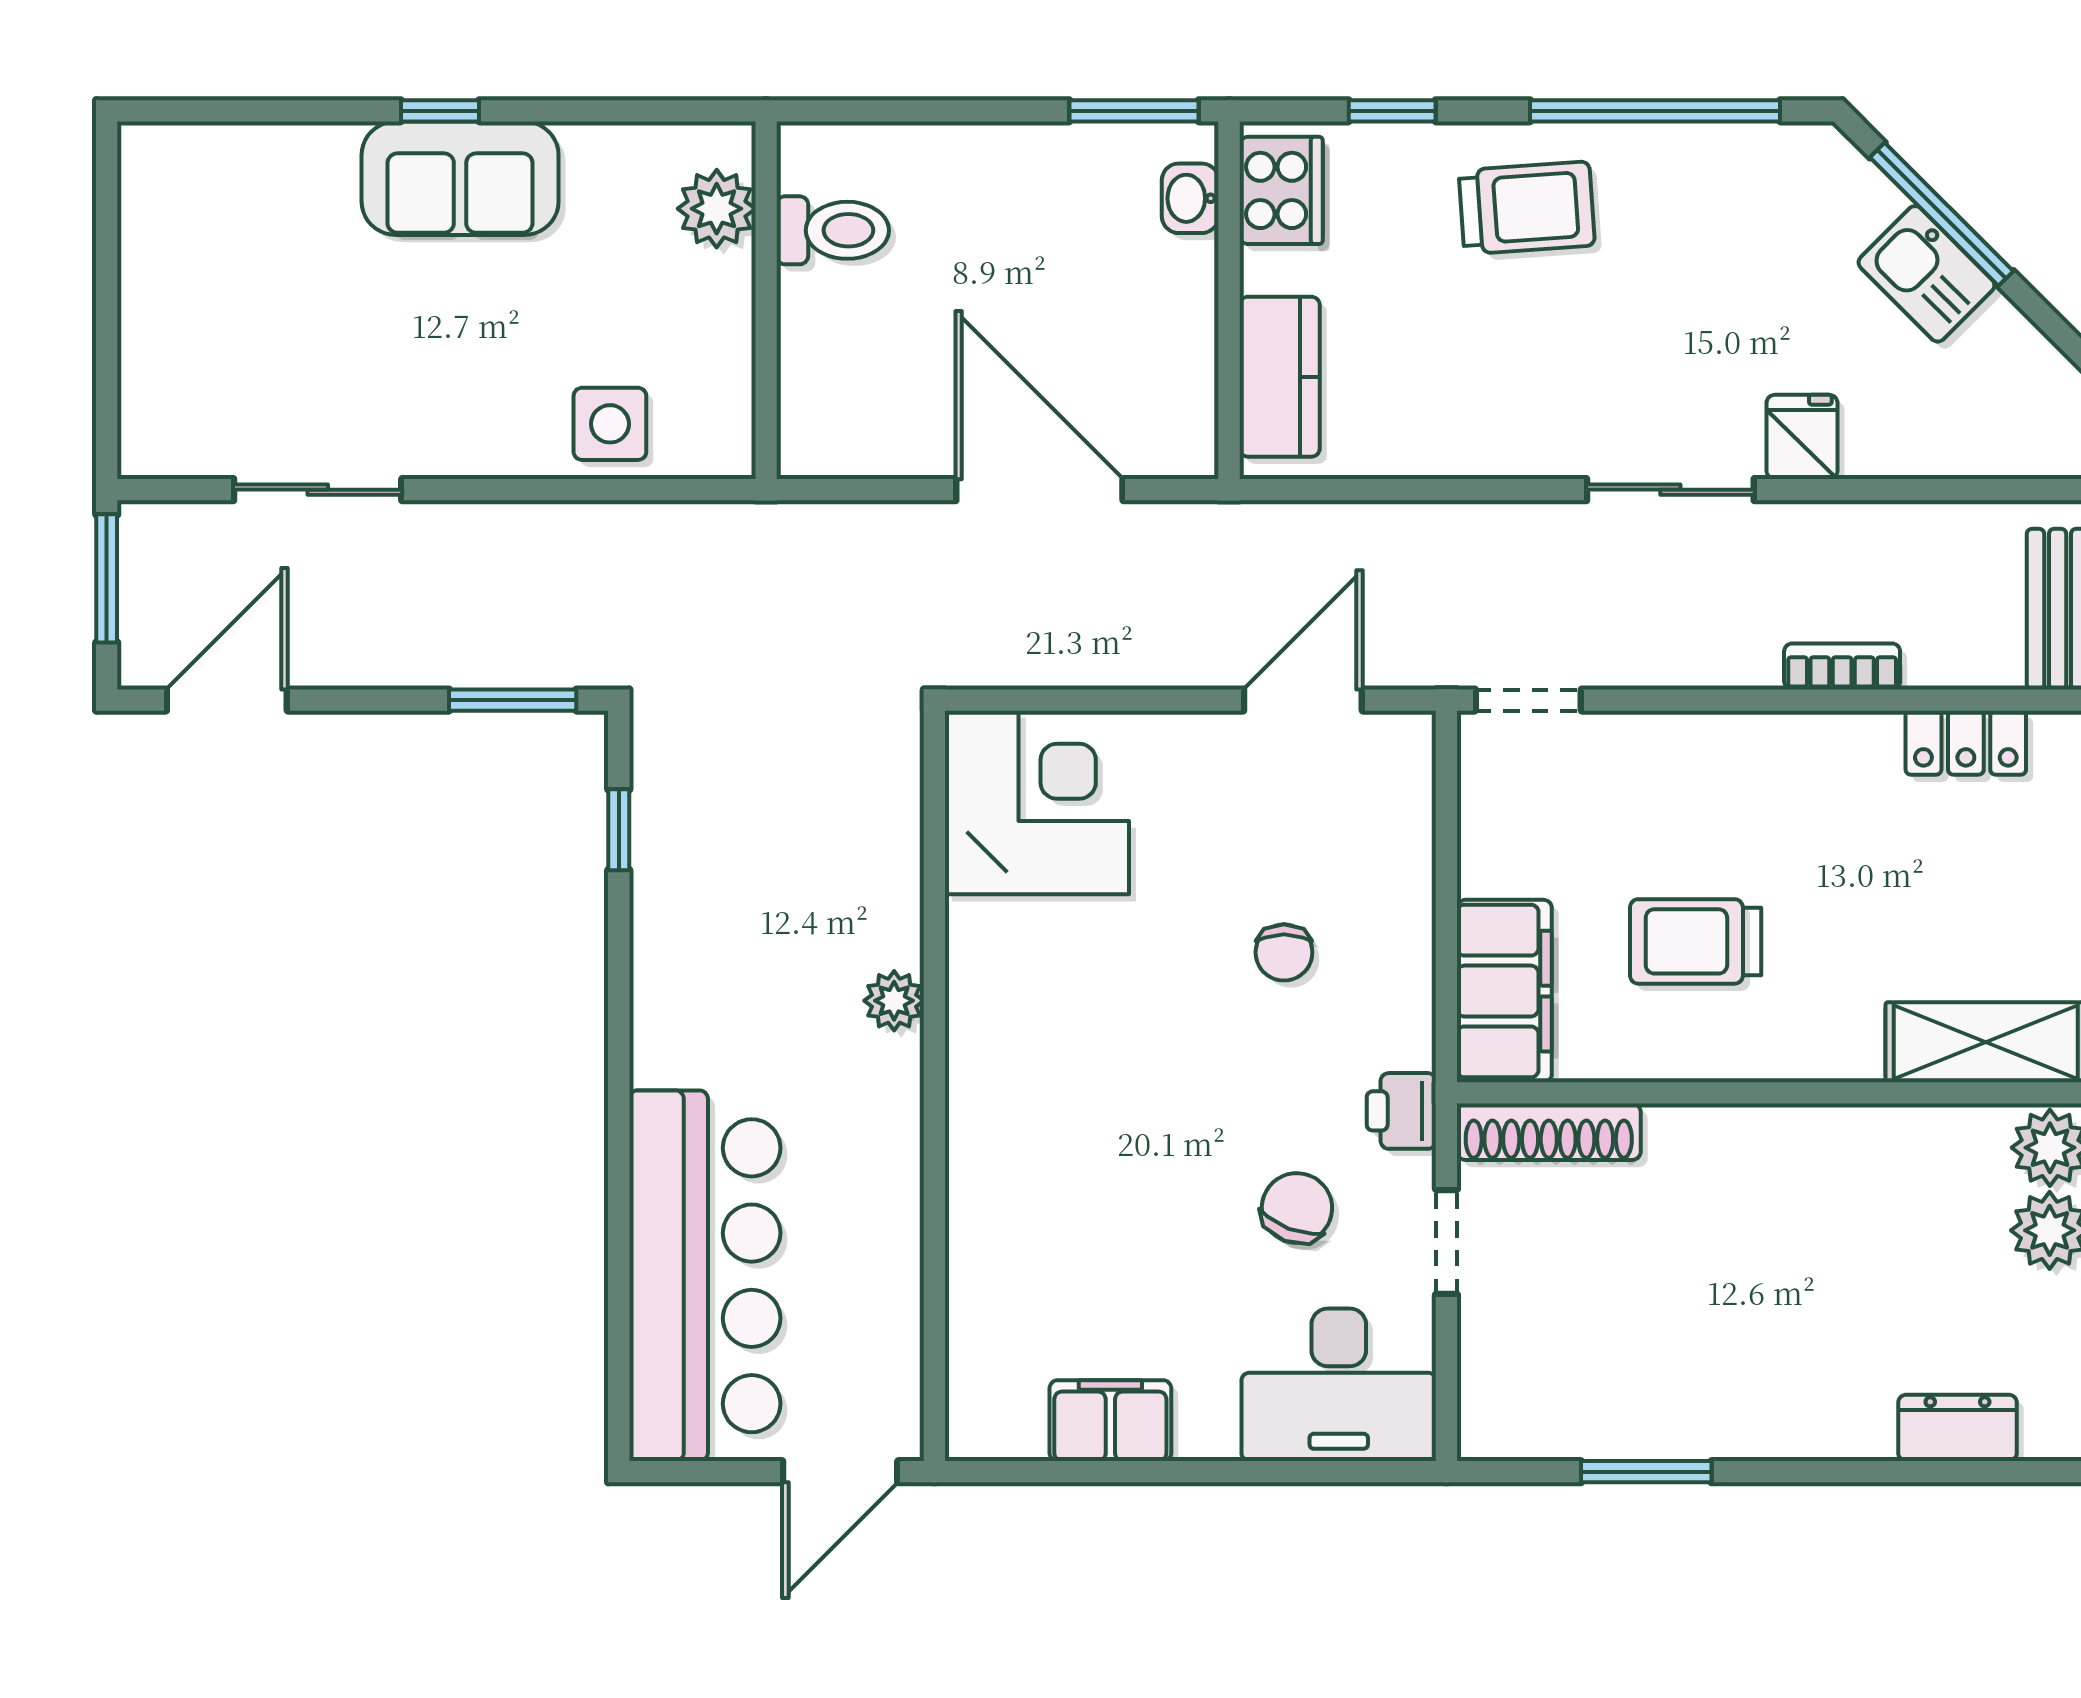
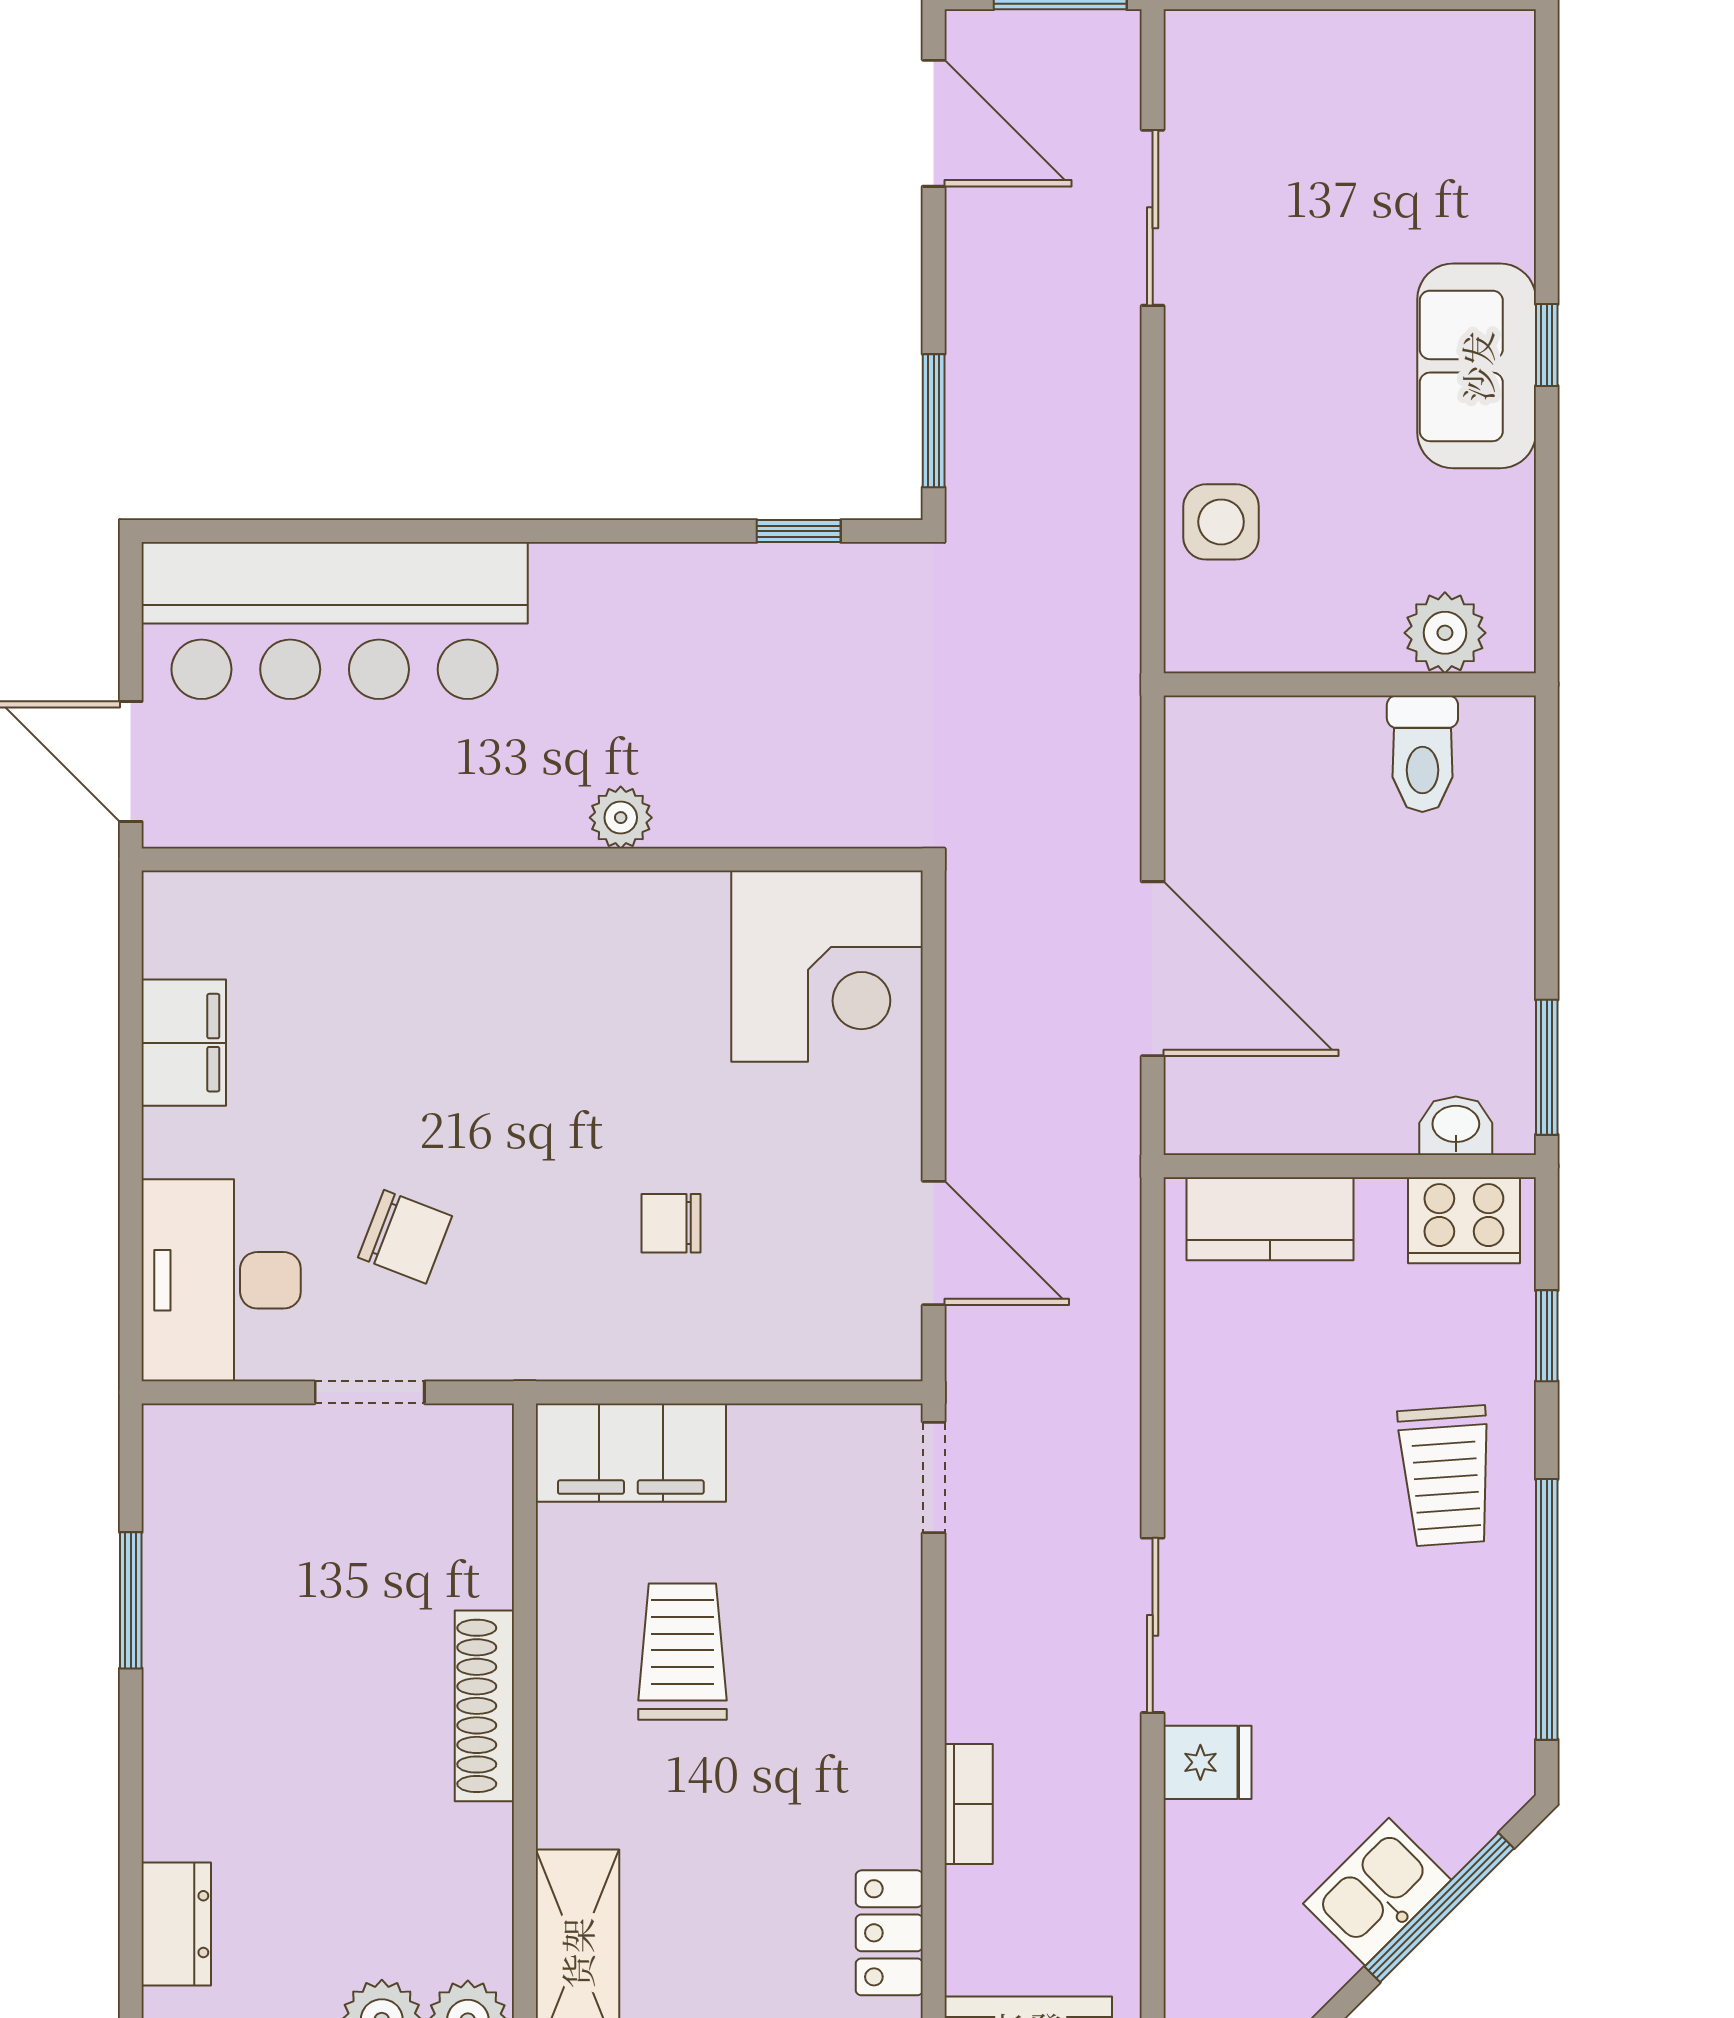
door: (1039, 490) -> (1153, 969), hinge flipped
printer: (1401, 1111) -> (506, 1345), removed
shoe rack: (1549, 1132) -> (484, 1706), moved

